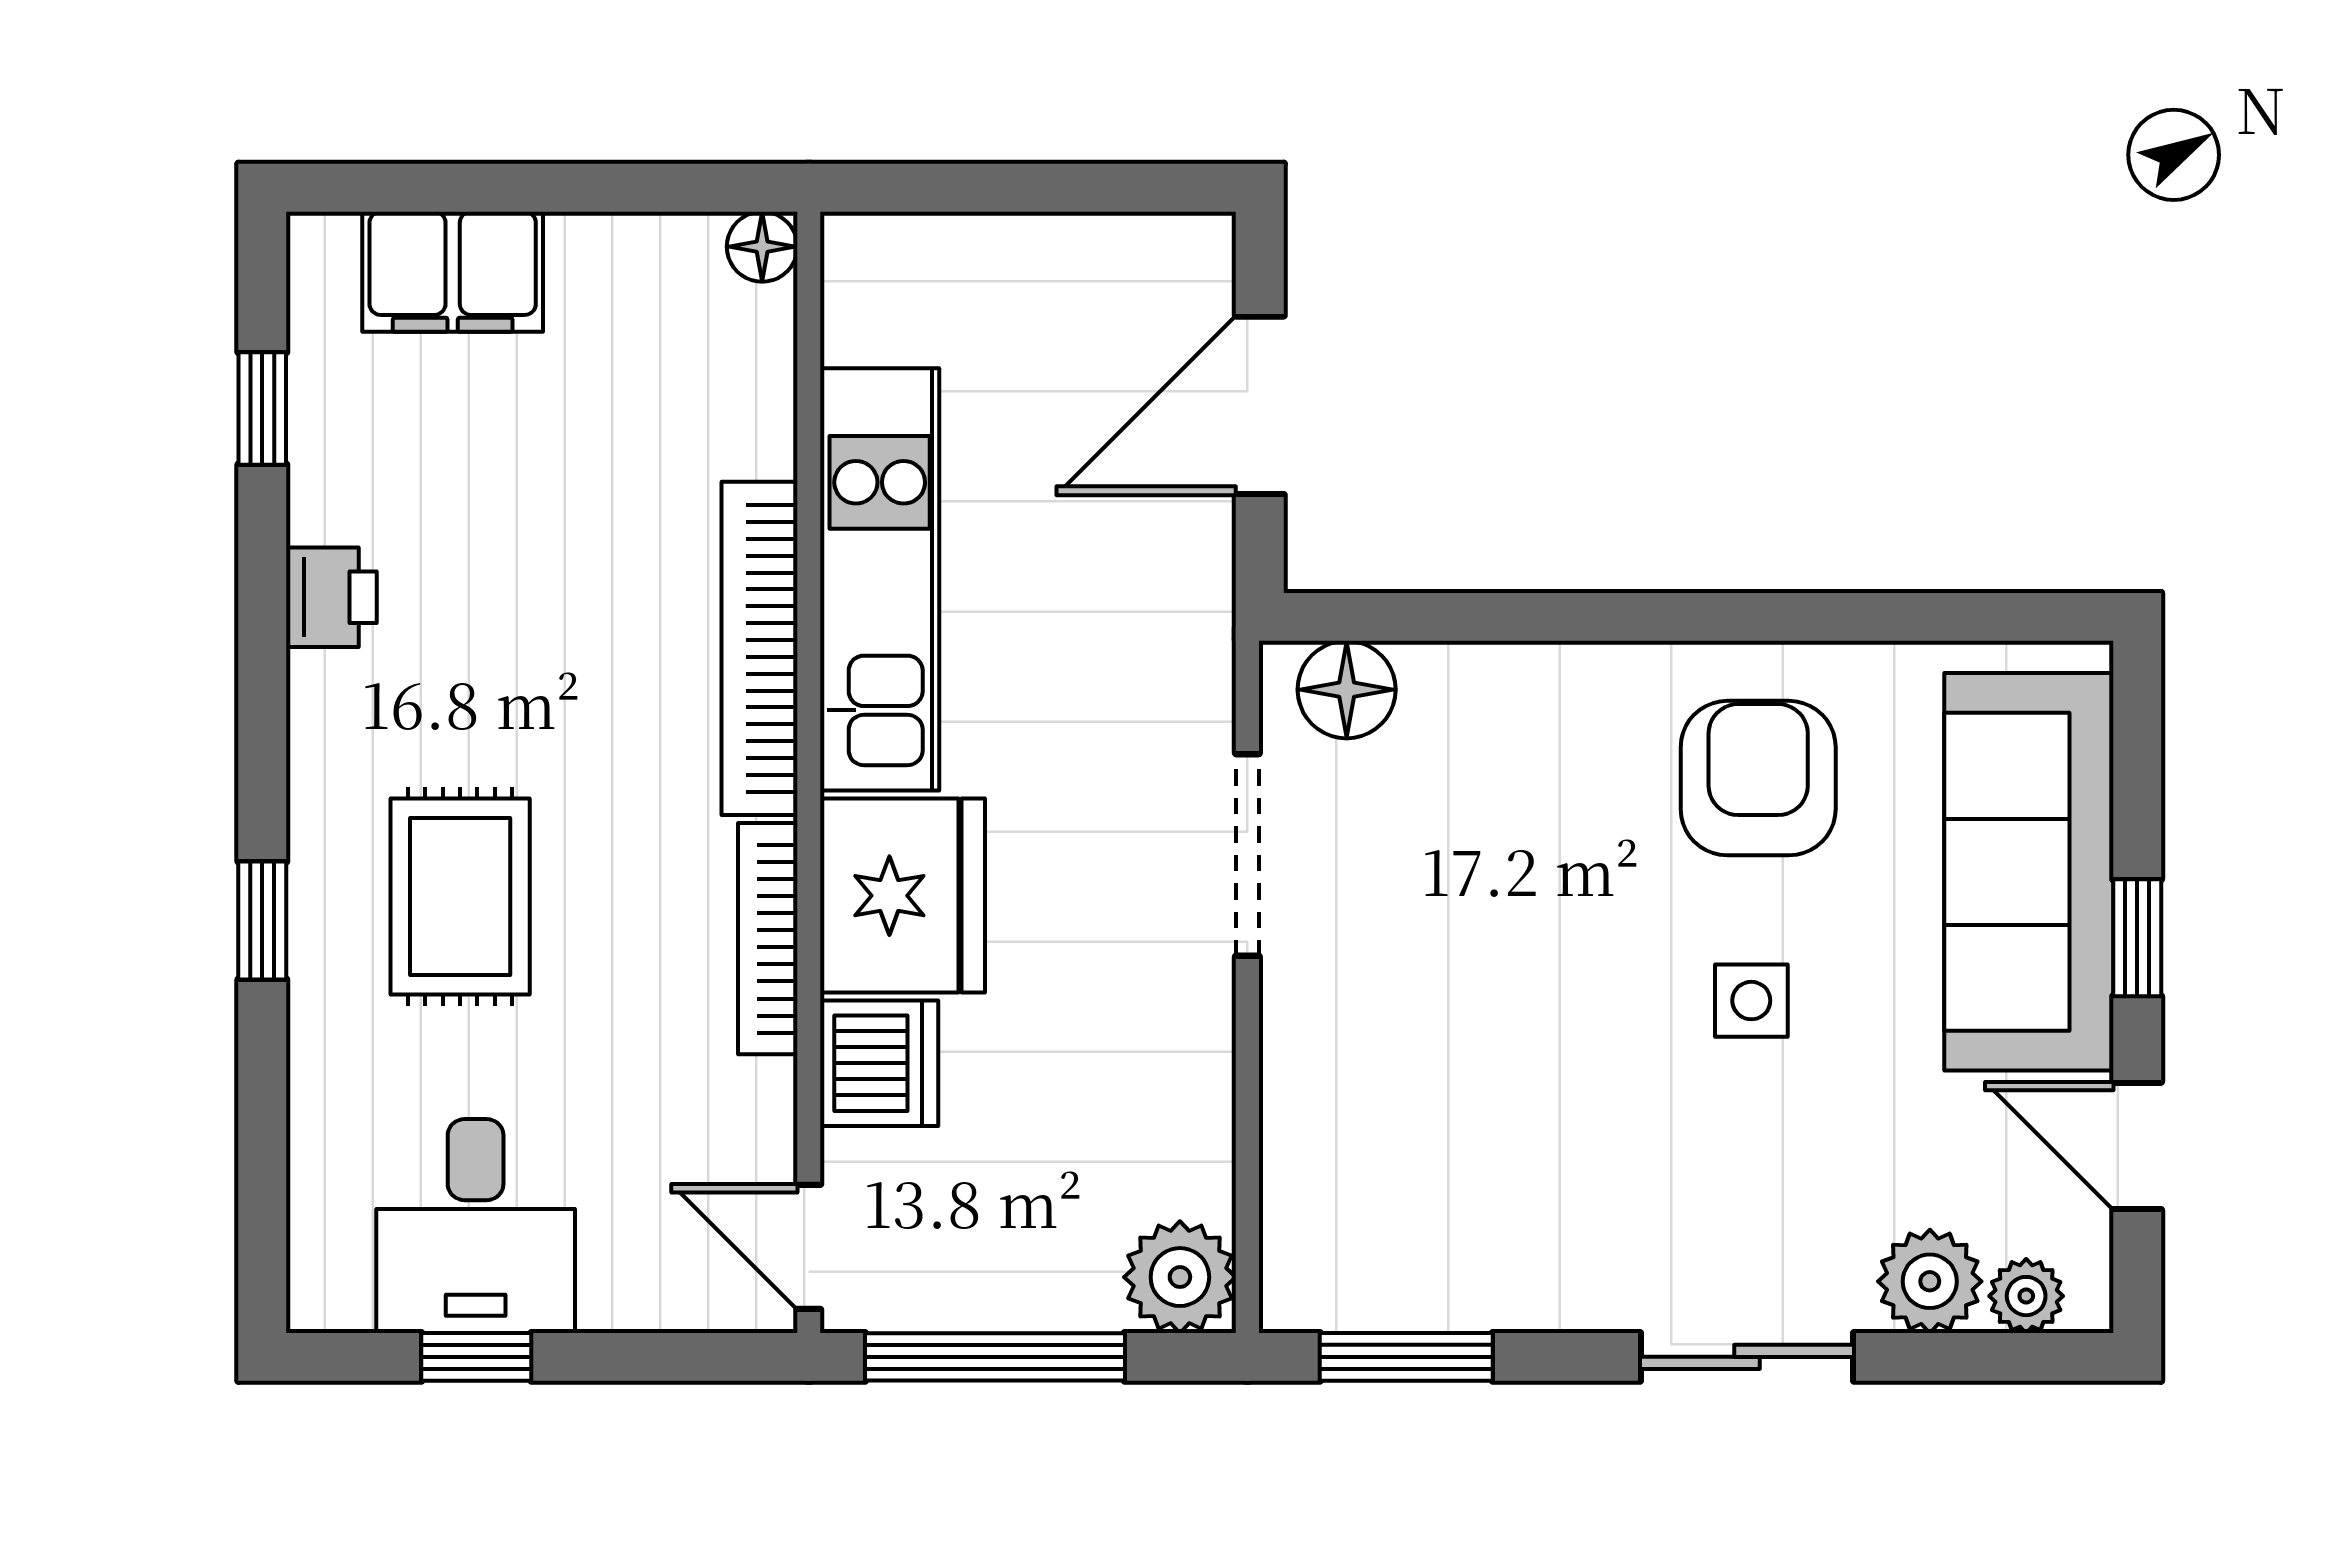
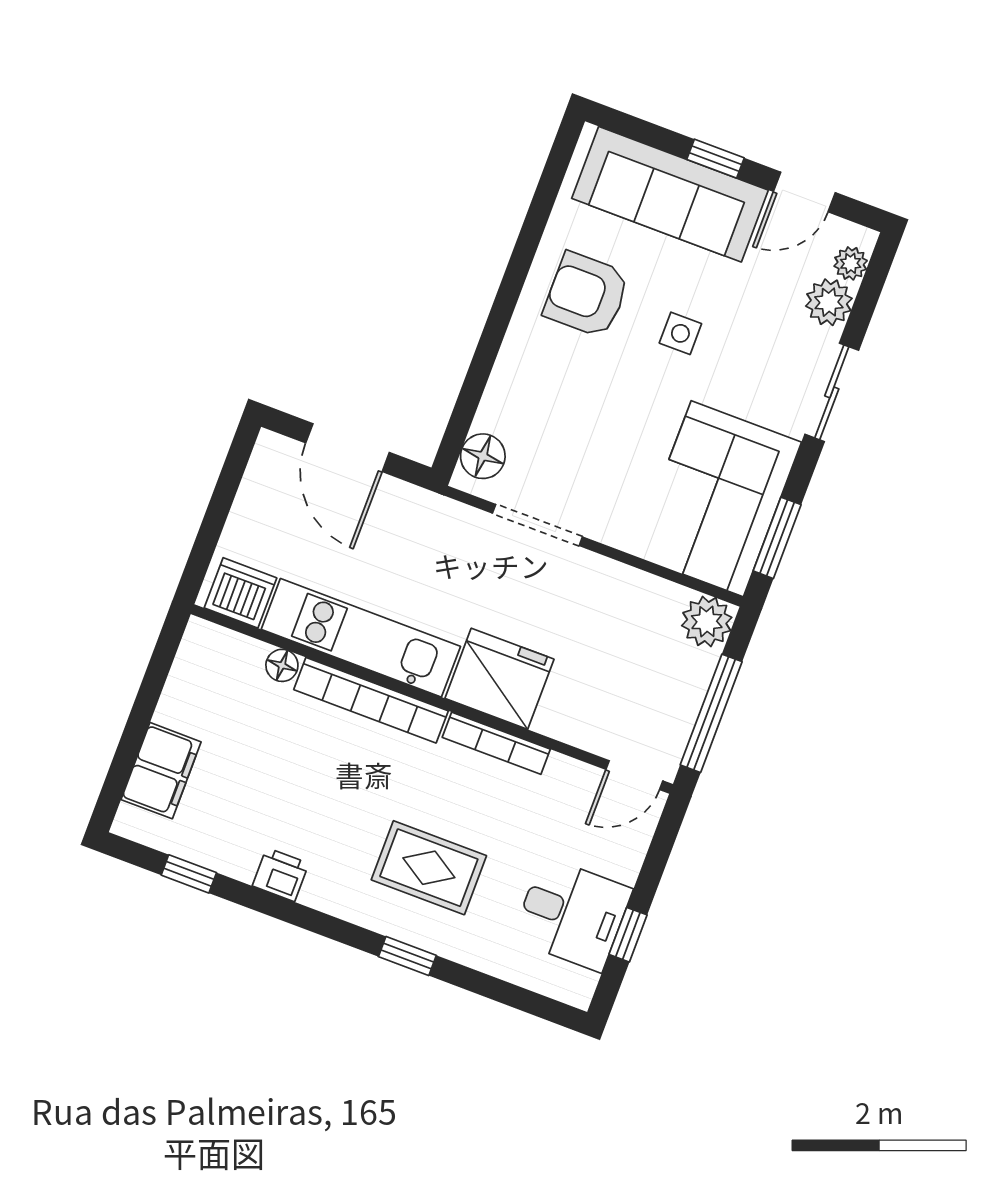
floor lamp: (762, 247) -> (282, 665), moved
dishwasher: (879, 1063) -> (241, 593), moved
corner sofa: (1440, 1204) -> (717, 499), added

